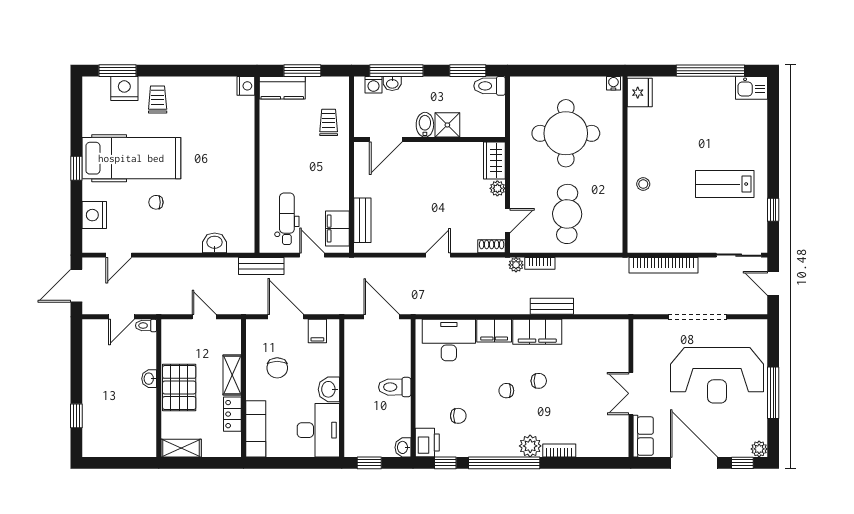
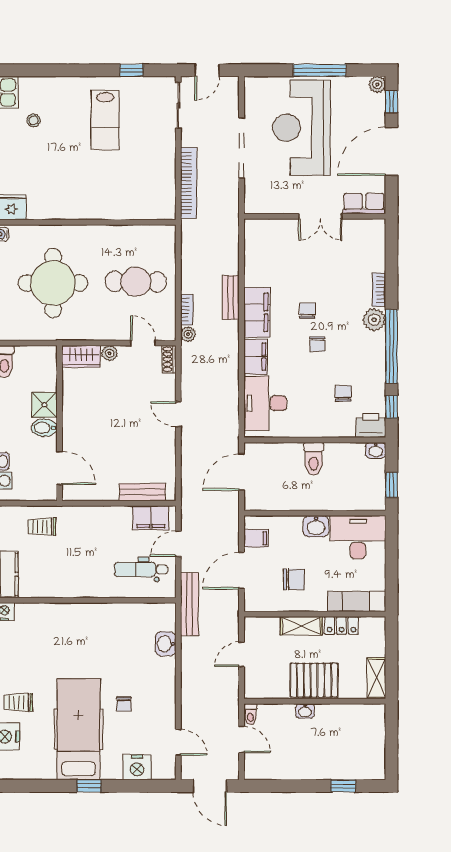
stool: (643, 184) -> (34, 120), moved
bench: (261, 266) -> (189, 604), width x1.36
reception desk: (717, 375) -> (302, 128), turned 180

